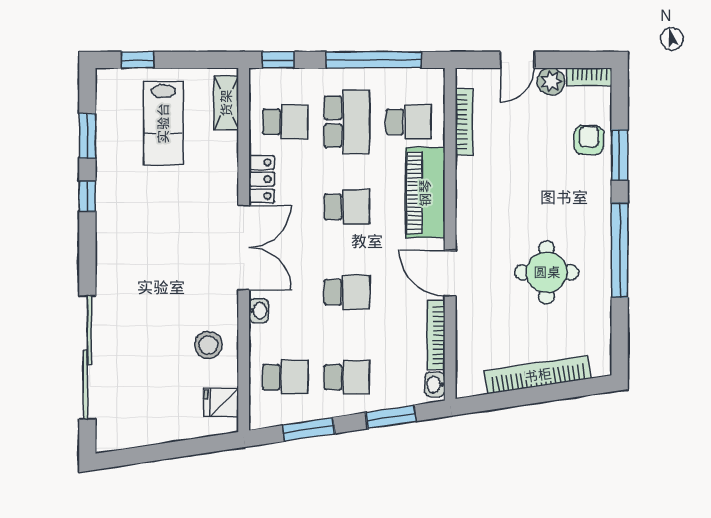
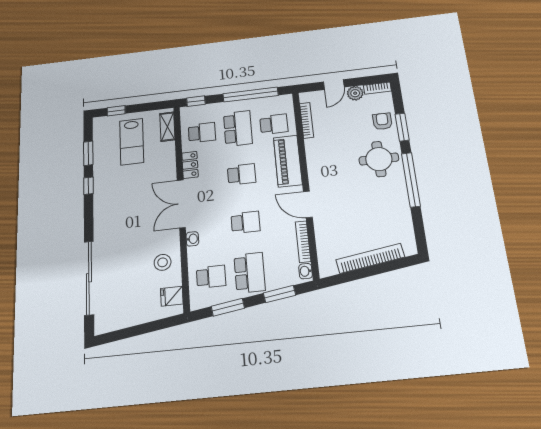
double door: (244, 248) -> (181, 204), swing flipped
round table: (547, 272) -> (379, 159), moved
school desk: (347, 377) -> (250, 273), width x1.85

